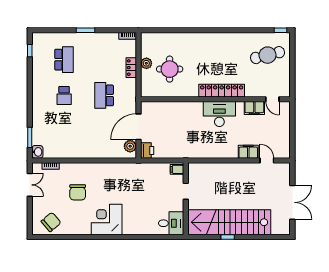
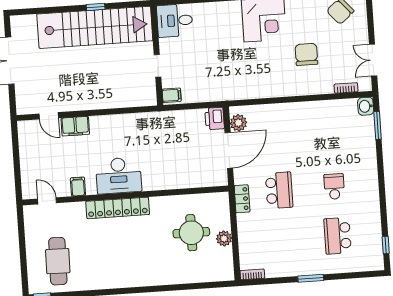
cafe table: (268, 55) -> (58, 261), turned -75
locker: (131, 68) -> (242, 199), moved
filing cabinet: (254, 108) -> (78, 186), width x0.50

